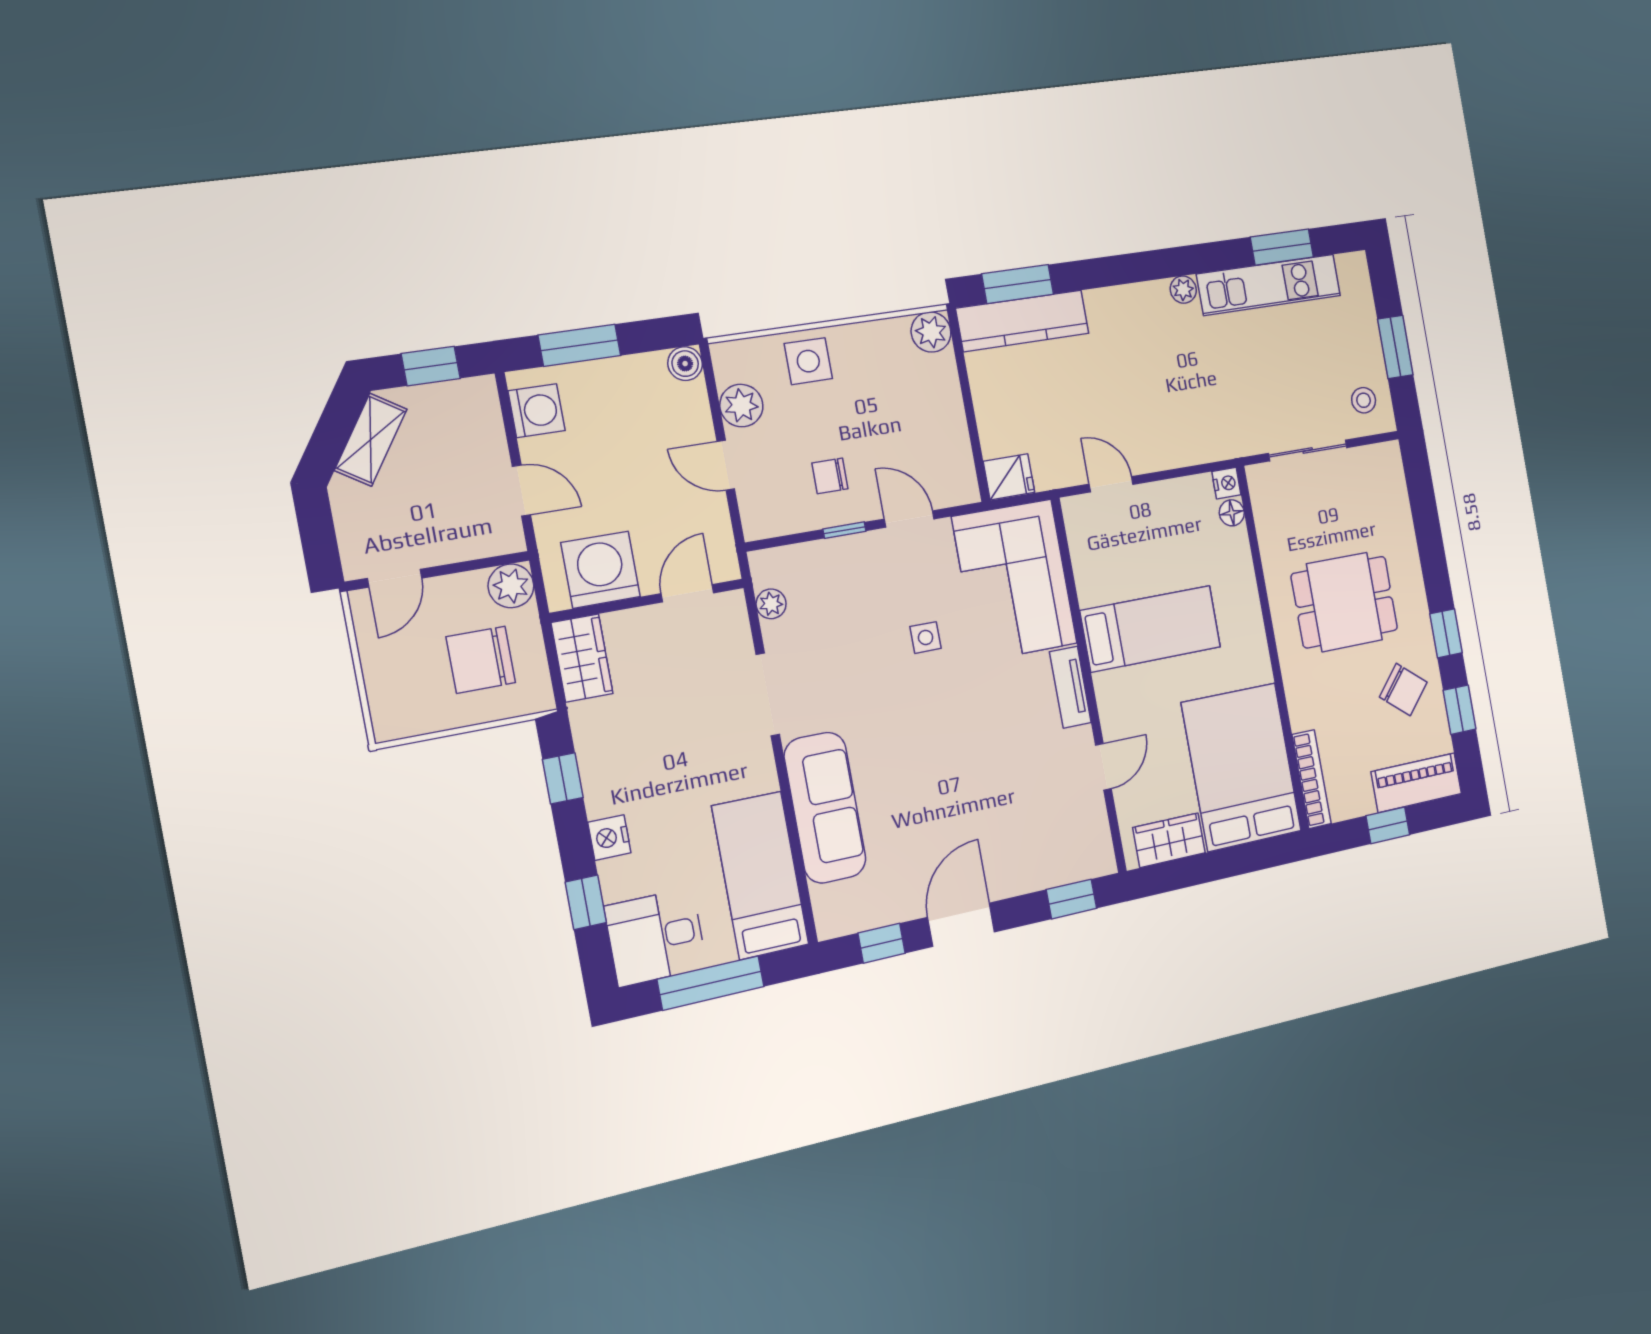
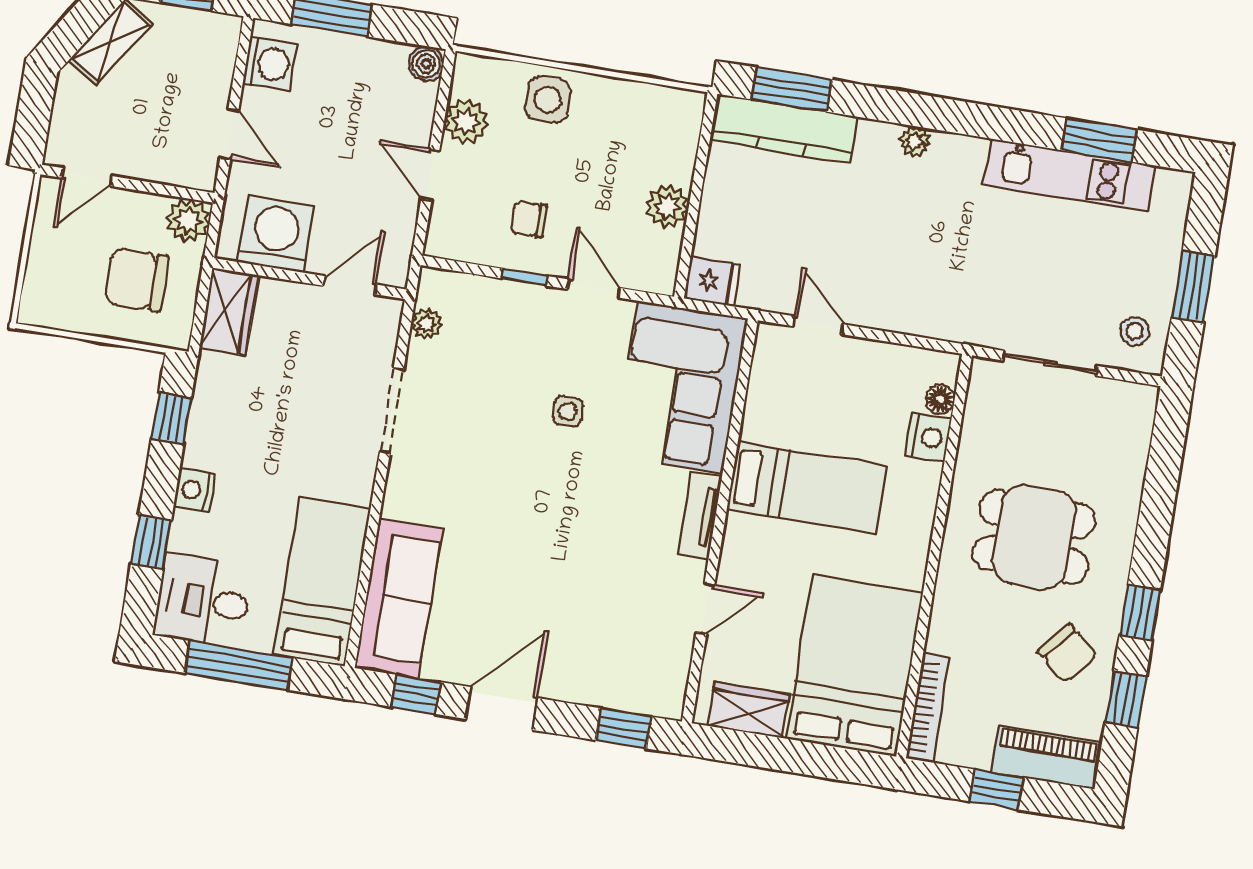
plant: (1183, 290) -> (915, 141), moved
plant: (931, 332) -> (667, 206), moved
nightstand: (1226, 483) -> (929, 437), moved, width x1.39, depth x1.35
sofa: (825, 808) -> (399, 598), moved

